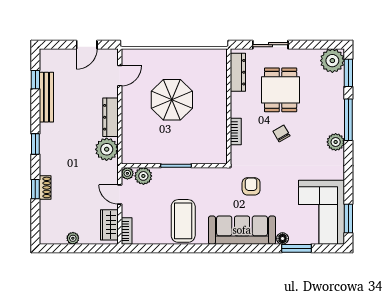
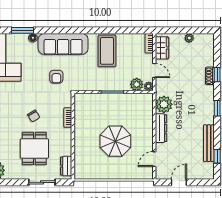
dresser: (238, 72) -> (66, 166), width x0.70

